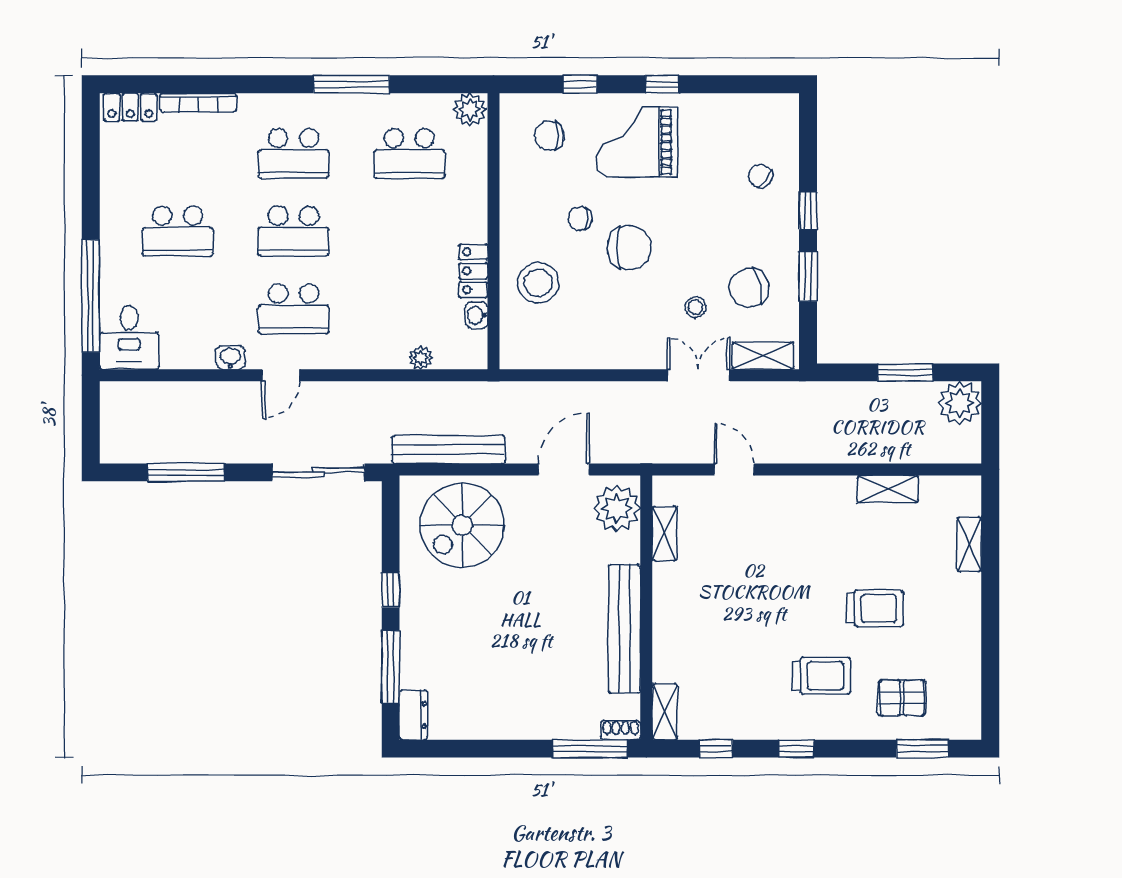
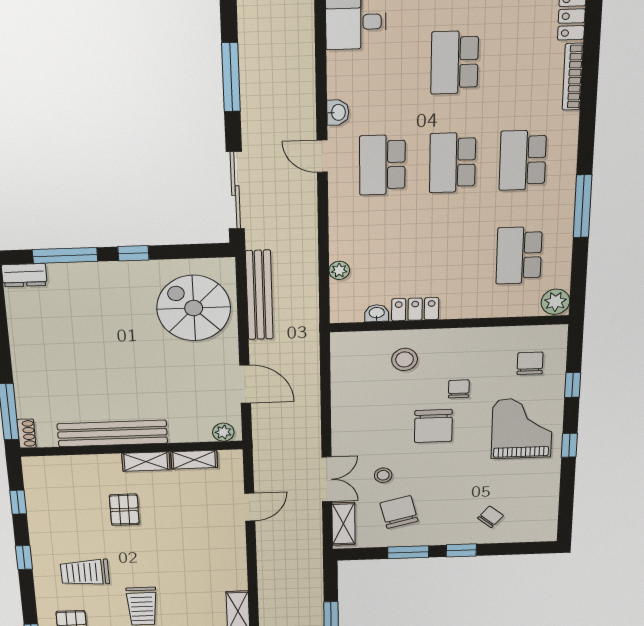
stool: (538, 283) -> (405, 359), width x0.73, depth x0.73
plant: (617, 508) -> (223, 432), width x0.53, depth x0.53
pallet: (732, 621) -> (124, 510), added
trolley: (821, 676) -> (85, 572), turned 89
shelving: (665, 712) -> (146, 462), moved

